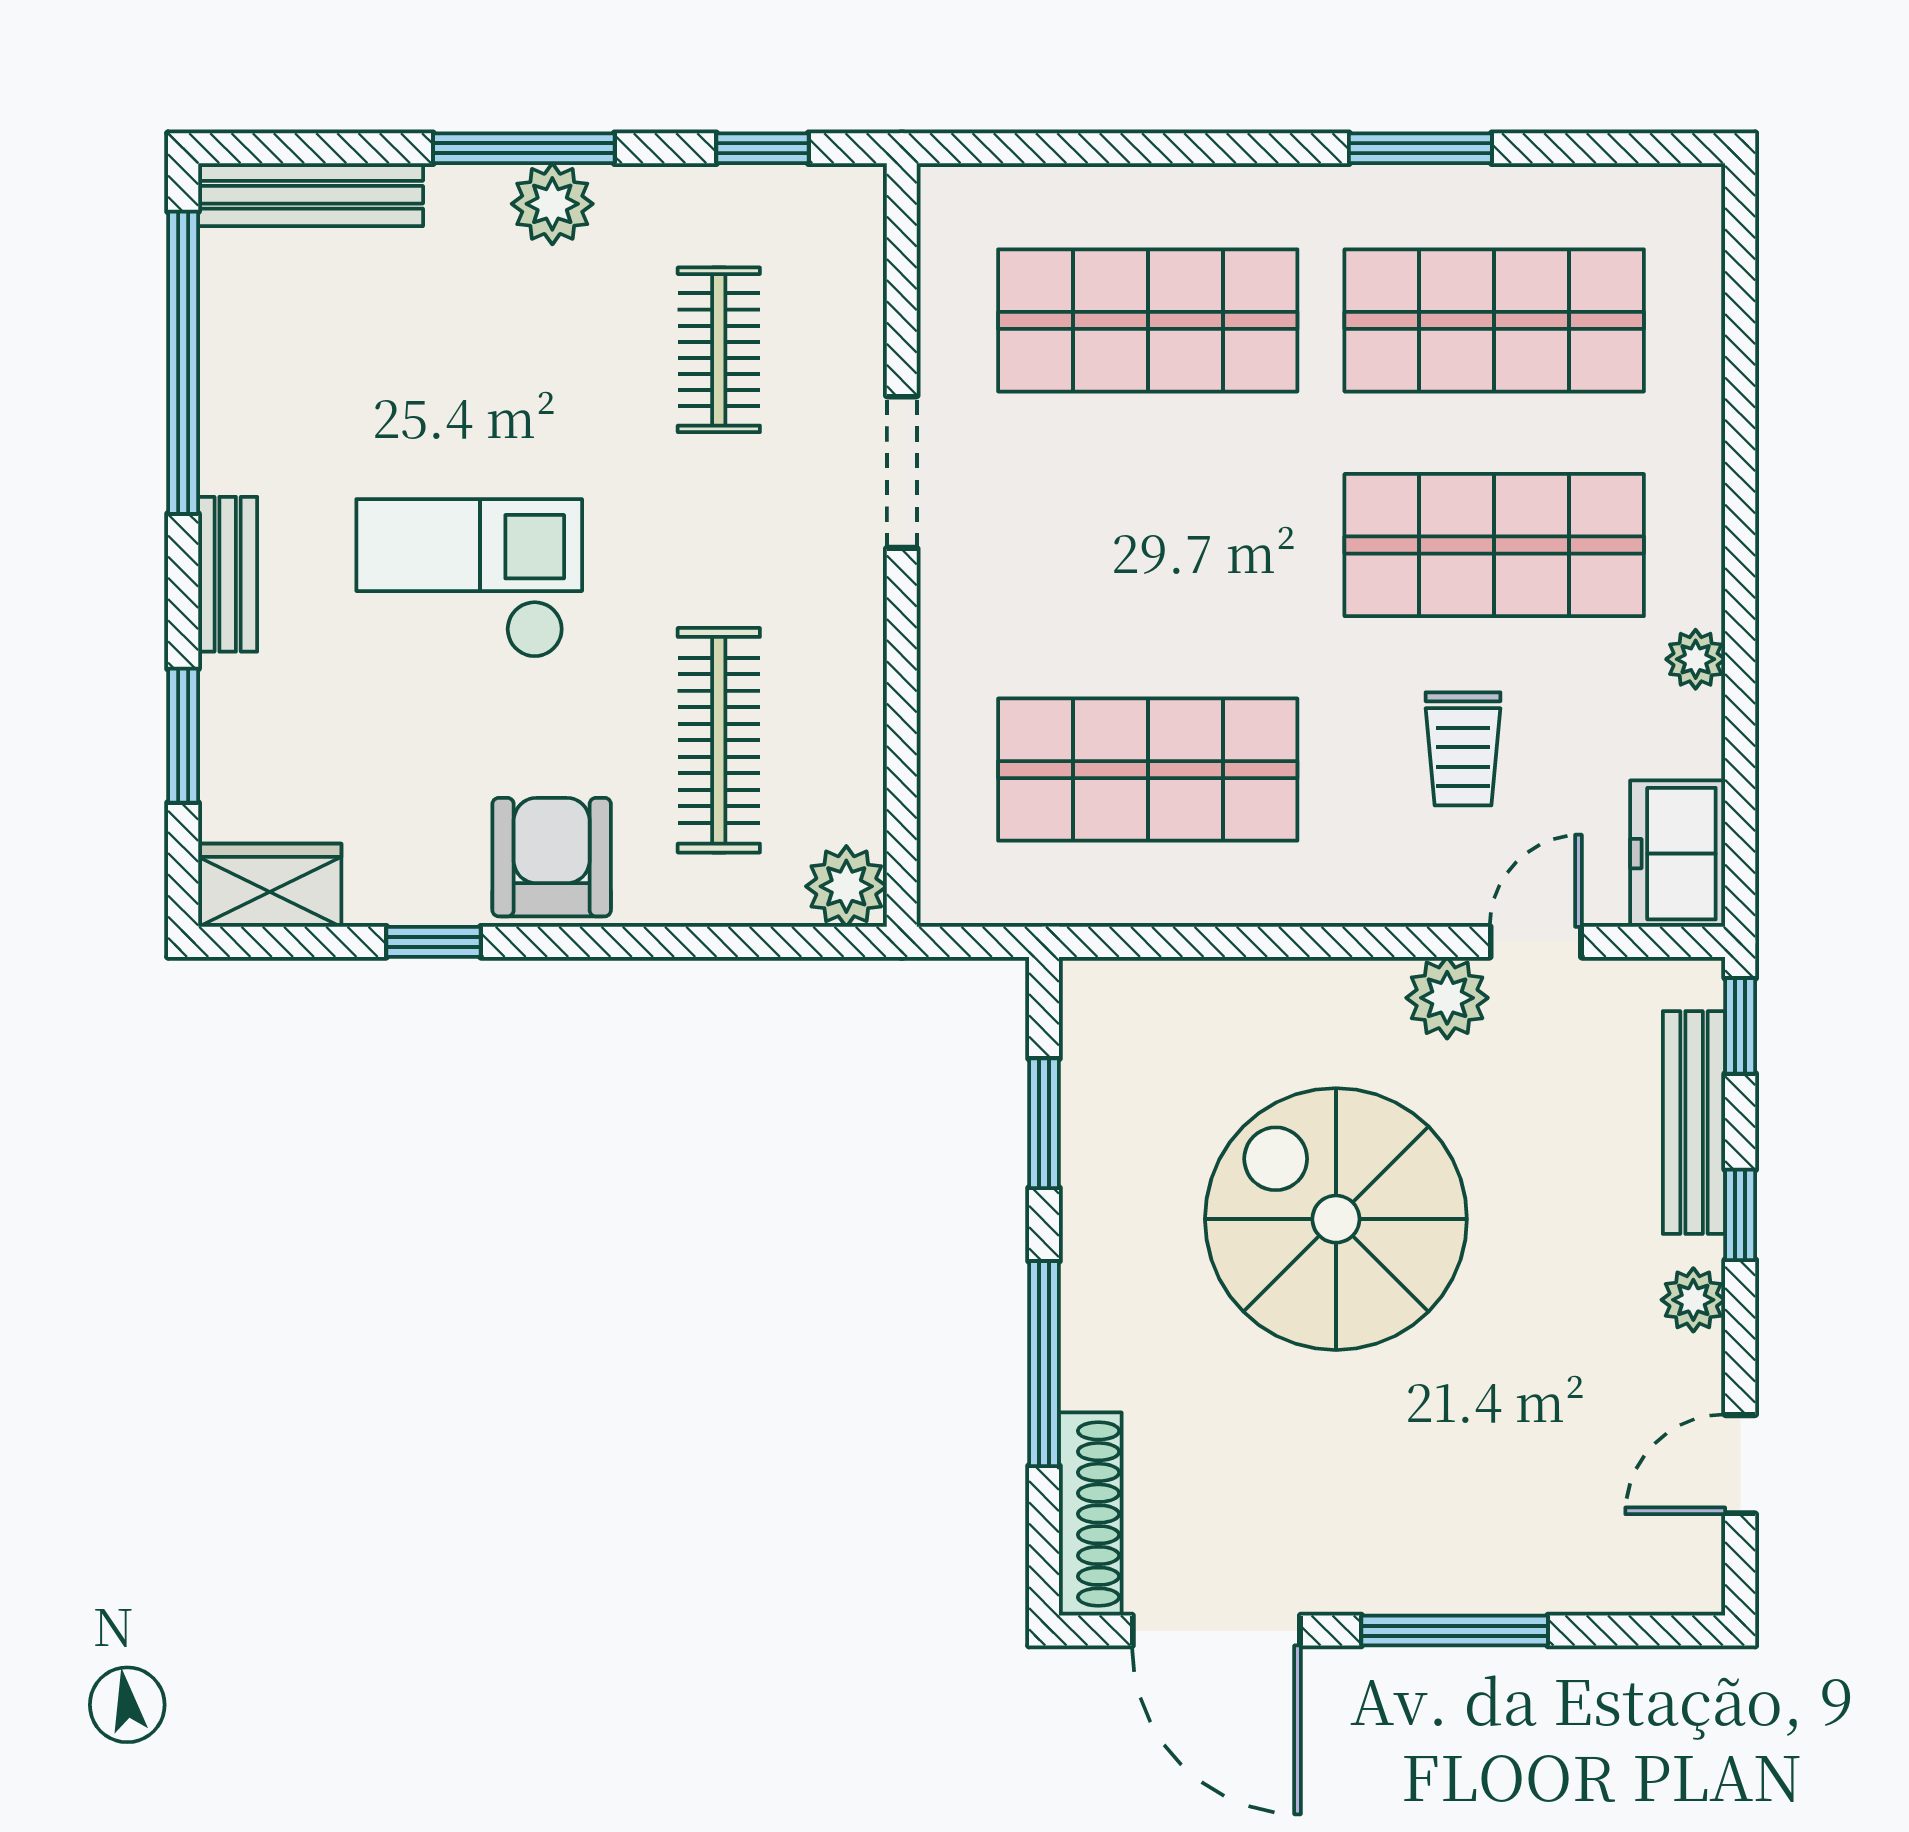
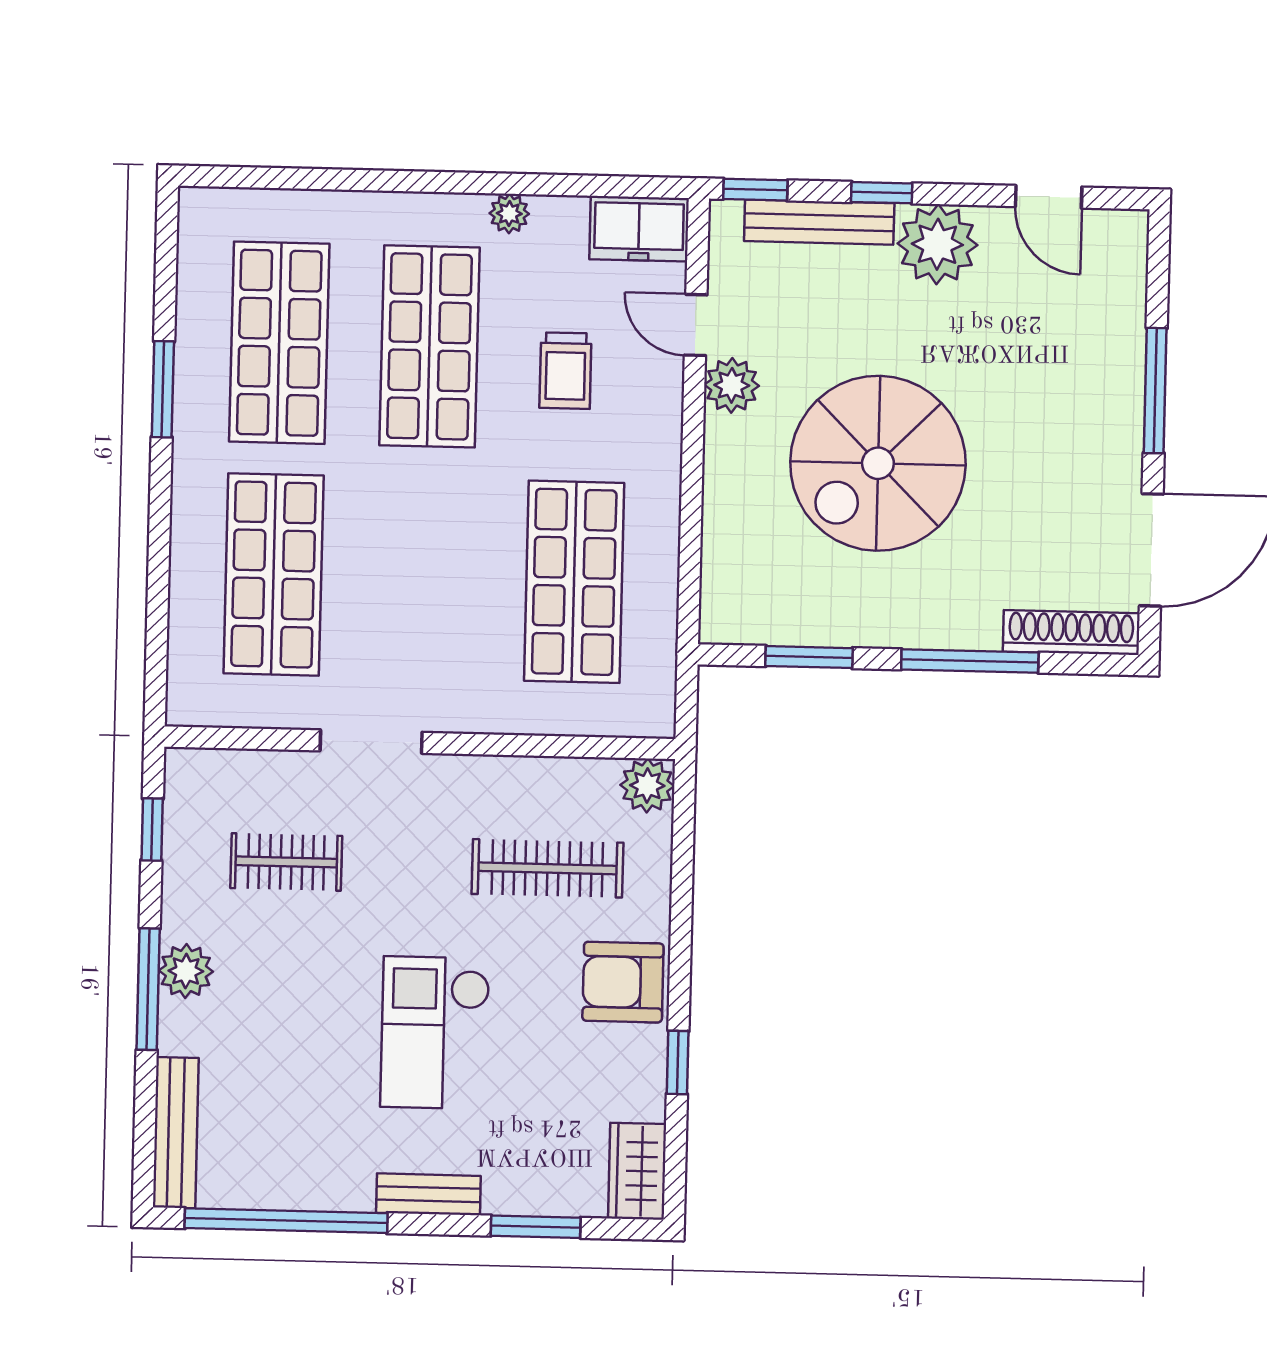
trolley: (1463, 749) -> (565, 371), turned 90
plant: (1693, 1300) -> (937, 244), width x1.87, depth x1.87

